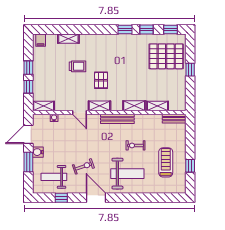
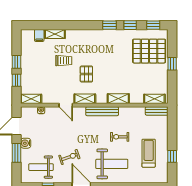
filing cabinet: (41, 40) -> (39, 35), moved
shelving: (157, 106) -> (154, 99), moved

